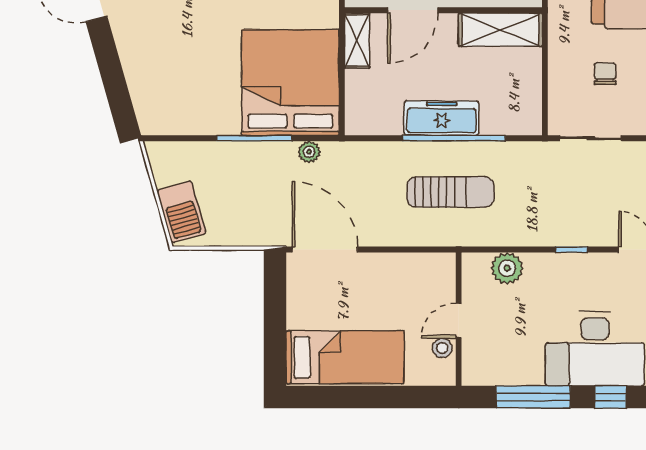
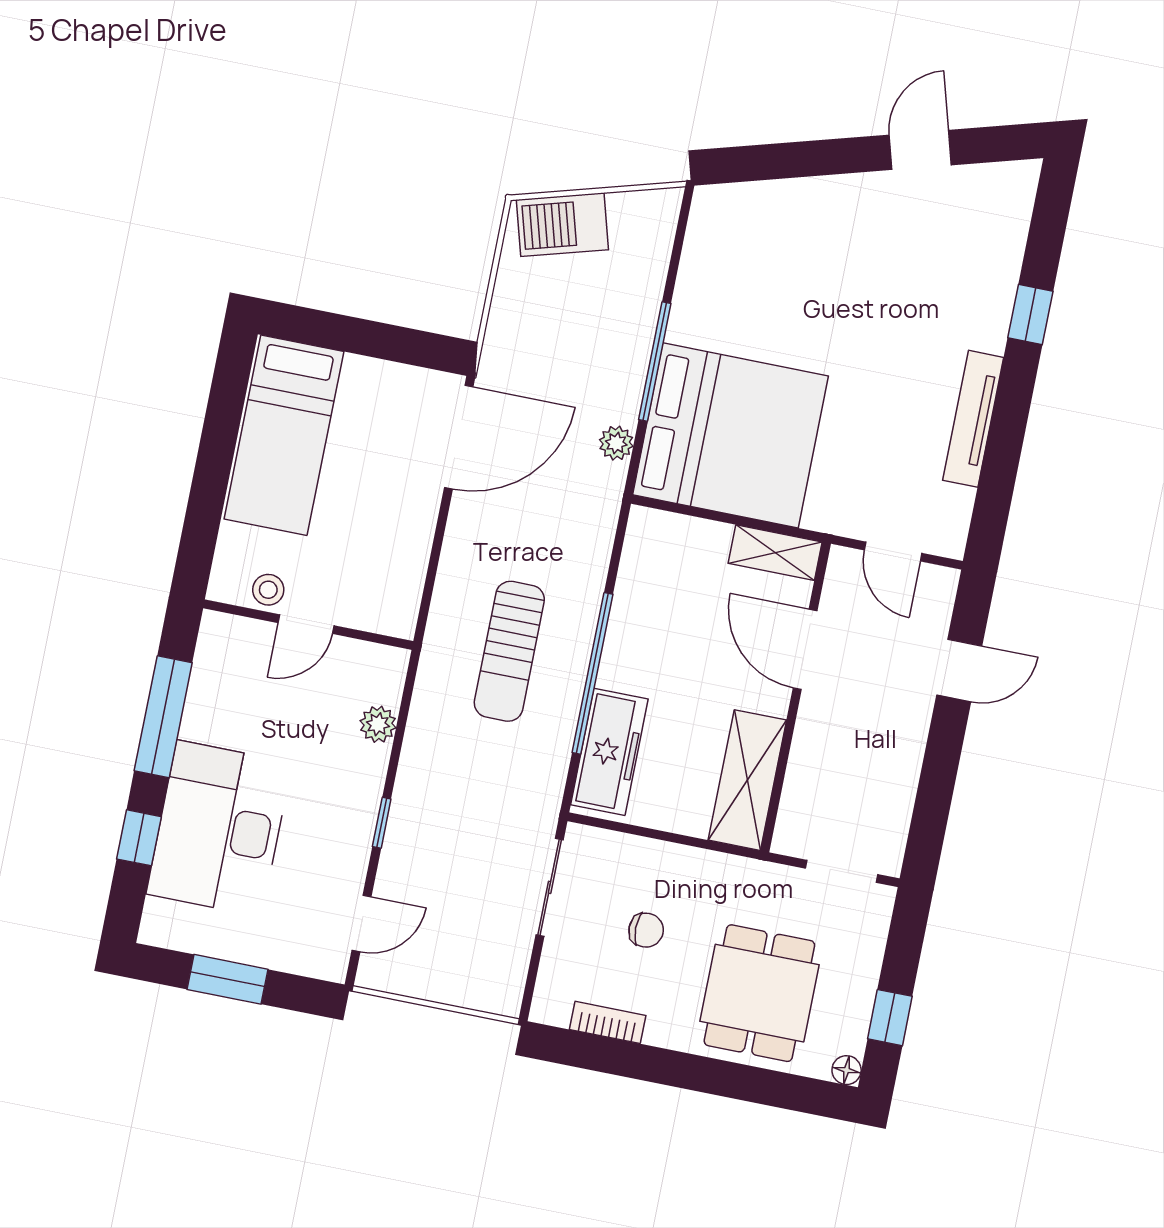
freezer: (442, 118) -> (609, 752), moved
plant: (507, 268) -> (378, 724), width x0.73, depth x0.73
door: (459, 320) -> (306, 624), swing flipped

